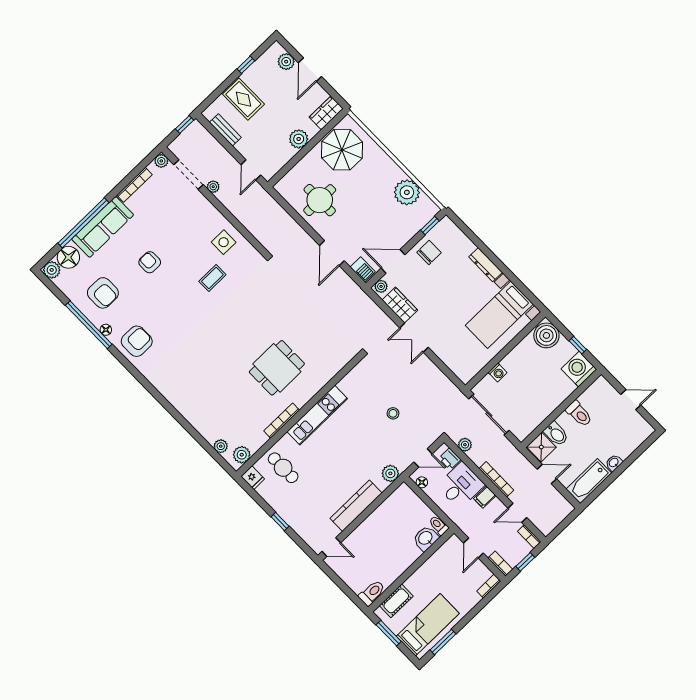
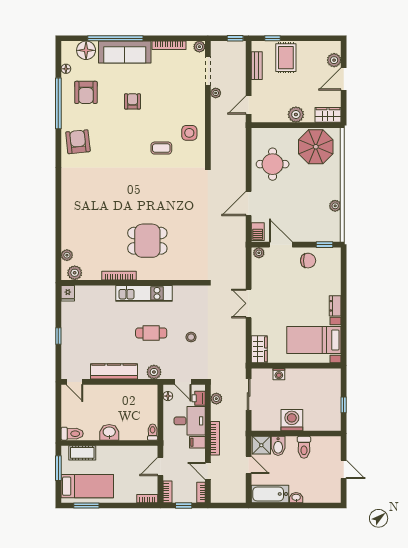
window: (246, 65) -> (273, 38), moved
plant: (407, 192) -> (335, 206), width x0.53, depth x0.53
dresser: (486, 265) -> (335, 306), width x0.70
plant: (52, 270) -> (68, 48), removed
wardrobe: (400, 305) -> (259, 349), moved
floor lamp: (106, 330) -> (66, 69), moved
boiler: (546, 335) -> (330, 380), removed
armchair: (137, 341) -> (78, 142), turned -96
washing machine: (579, 369) -> (292, 420), moved
sliding door: (489, 415) -> (249, 394), width x0.73
cafe table: (283, 468) -> (151, 333), moved, turned 90
washbasin: (426, 538) -> (109, 432), moved

